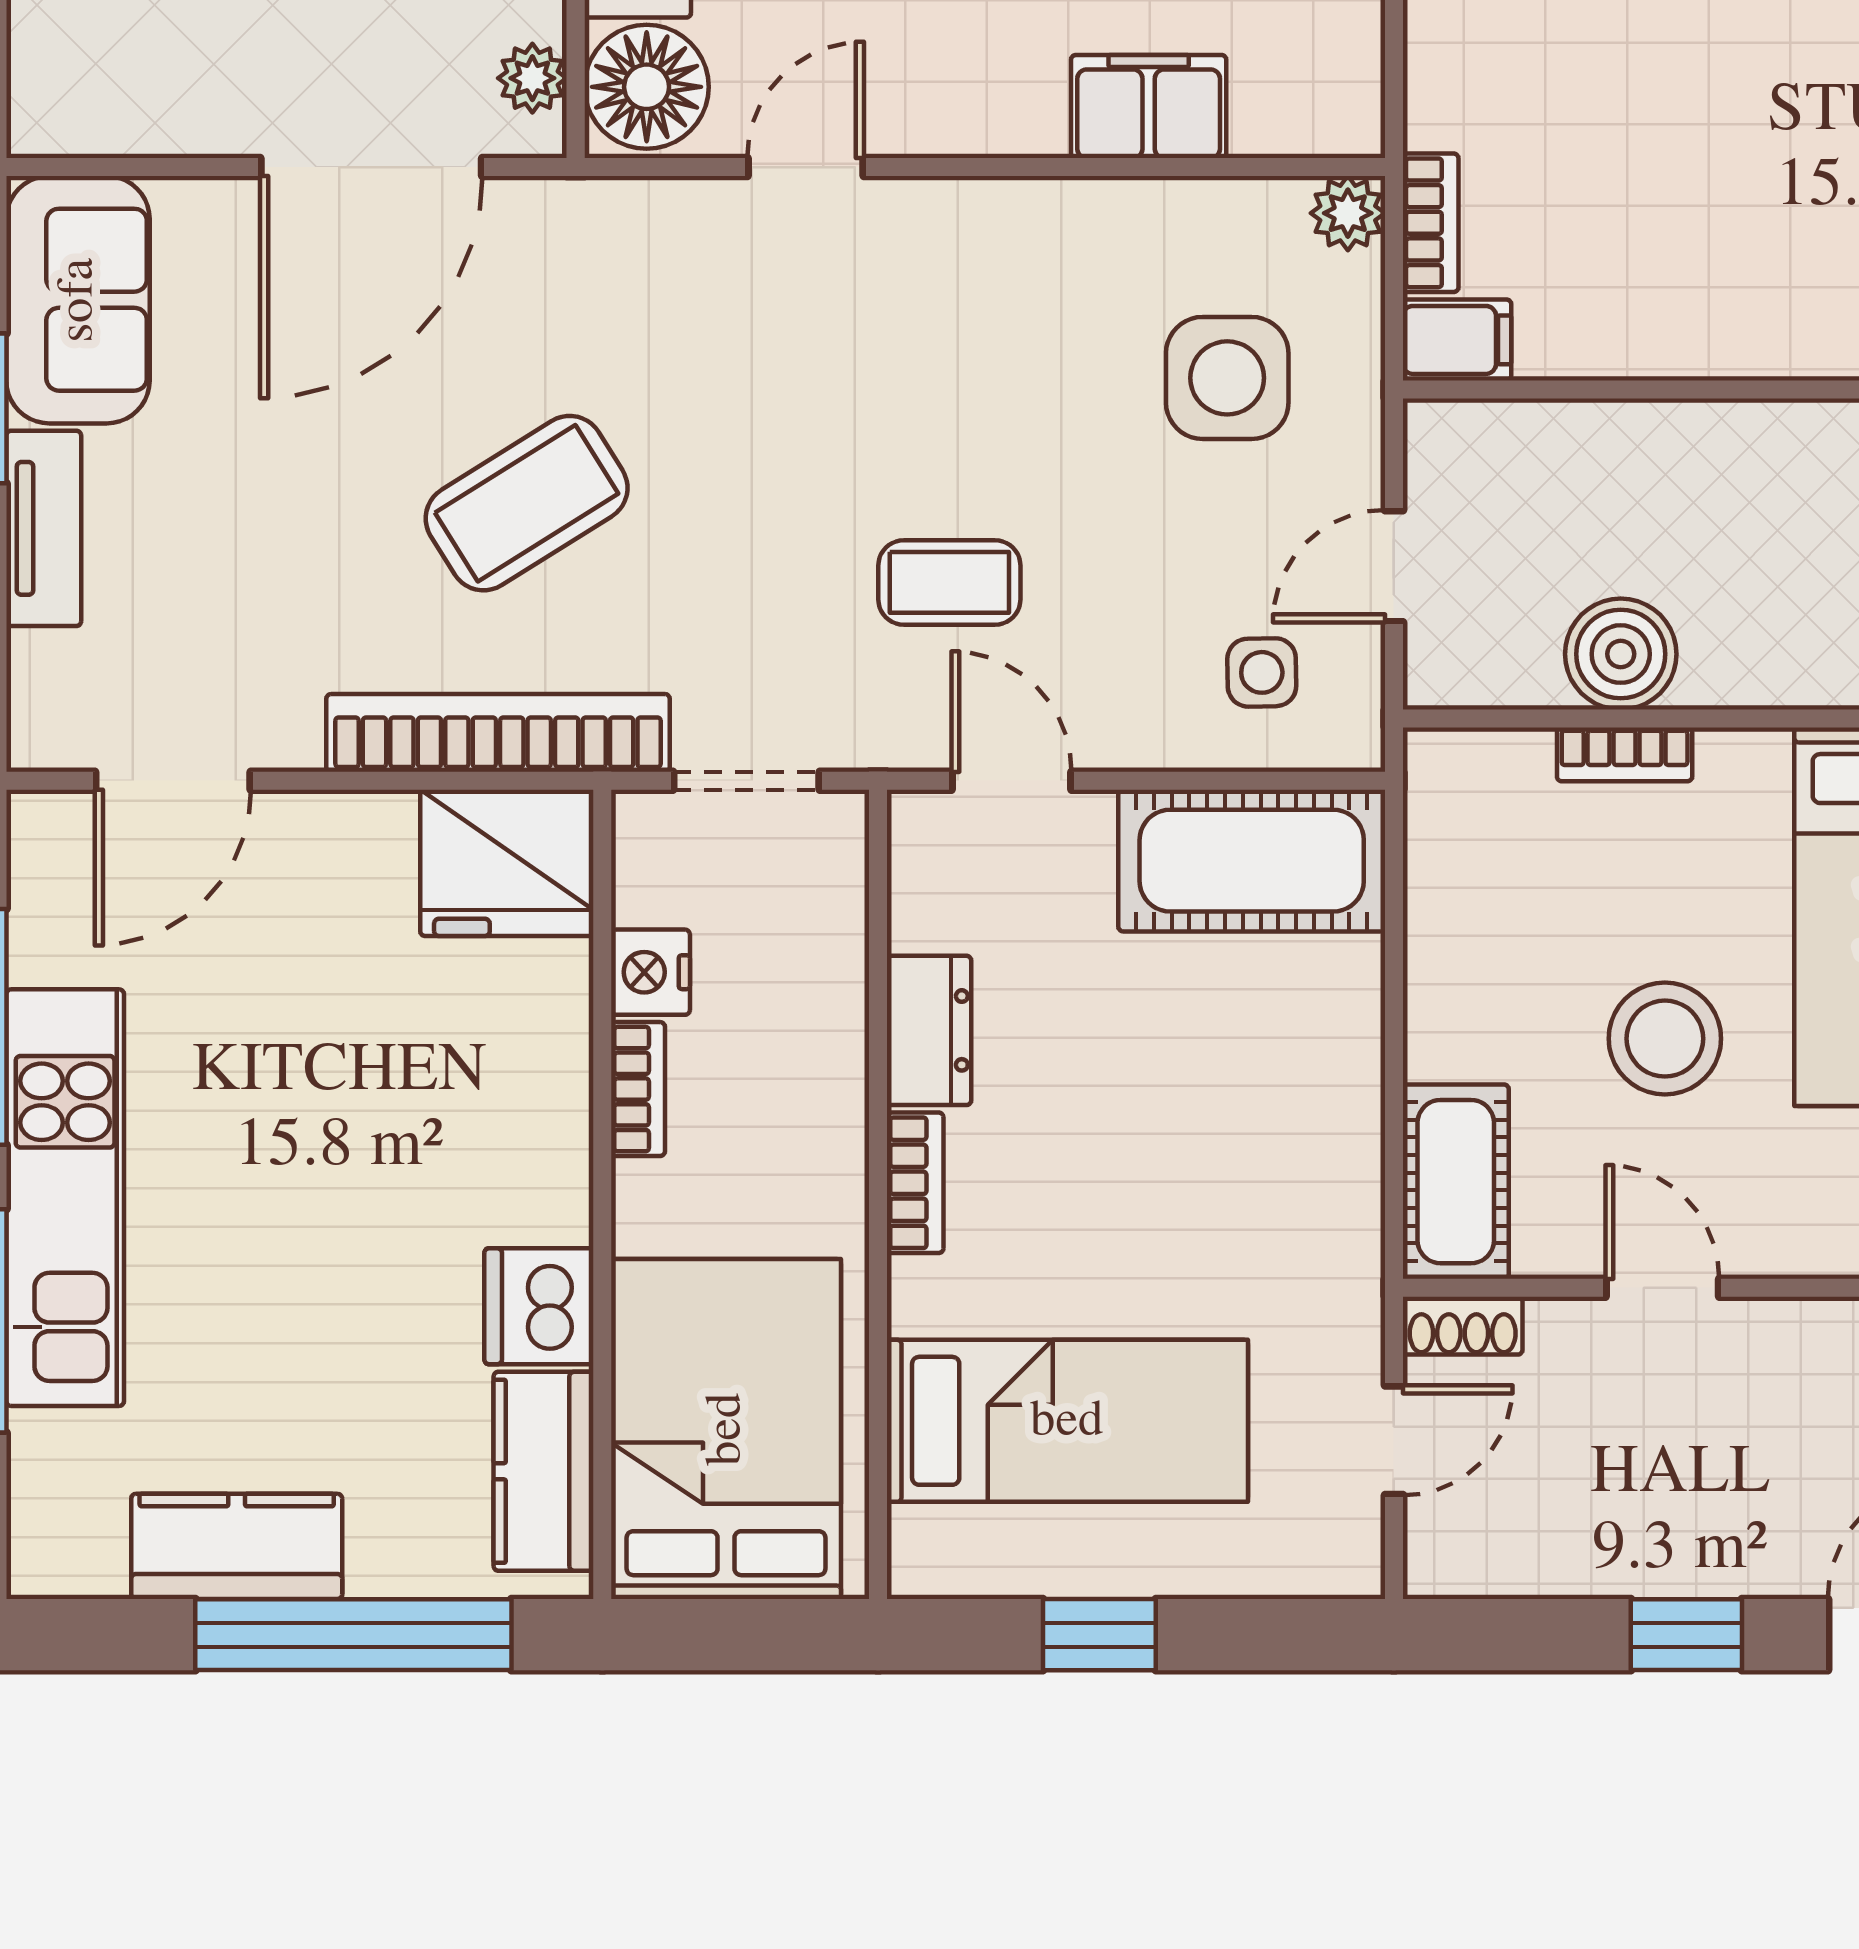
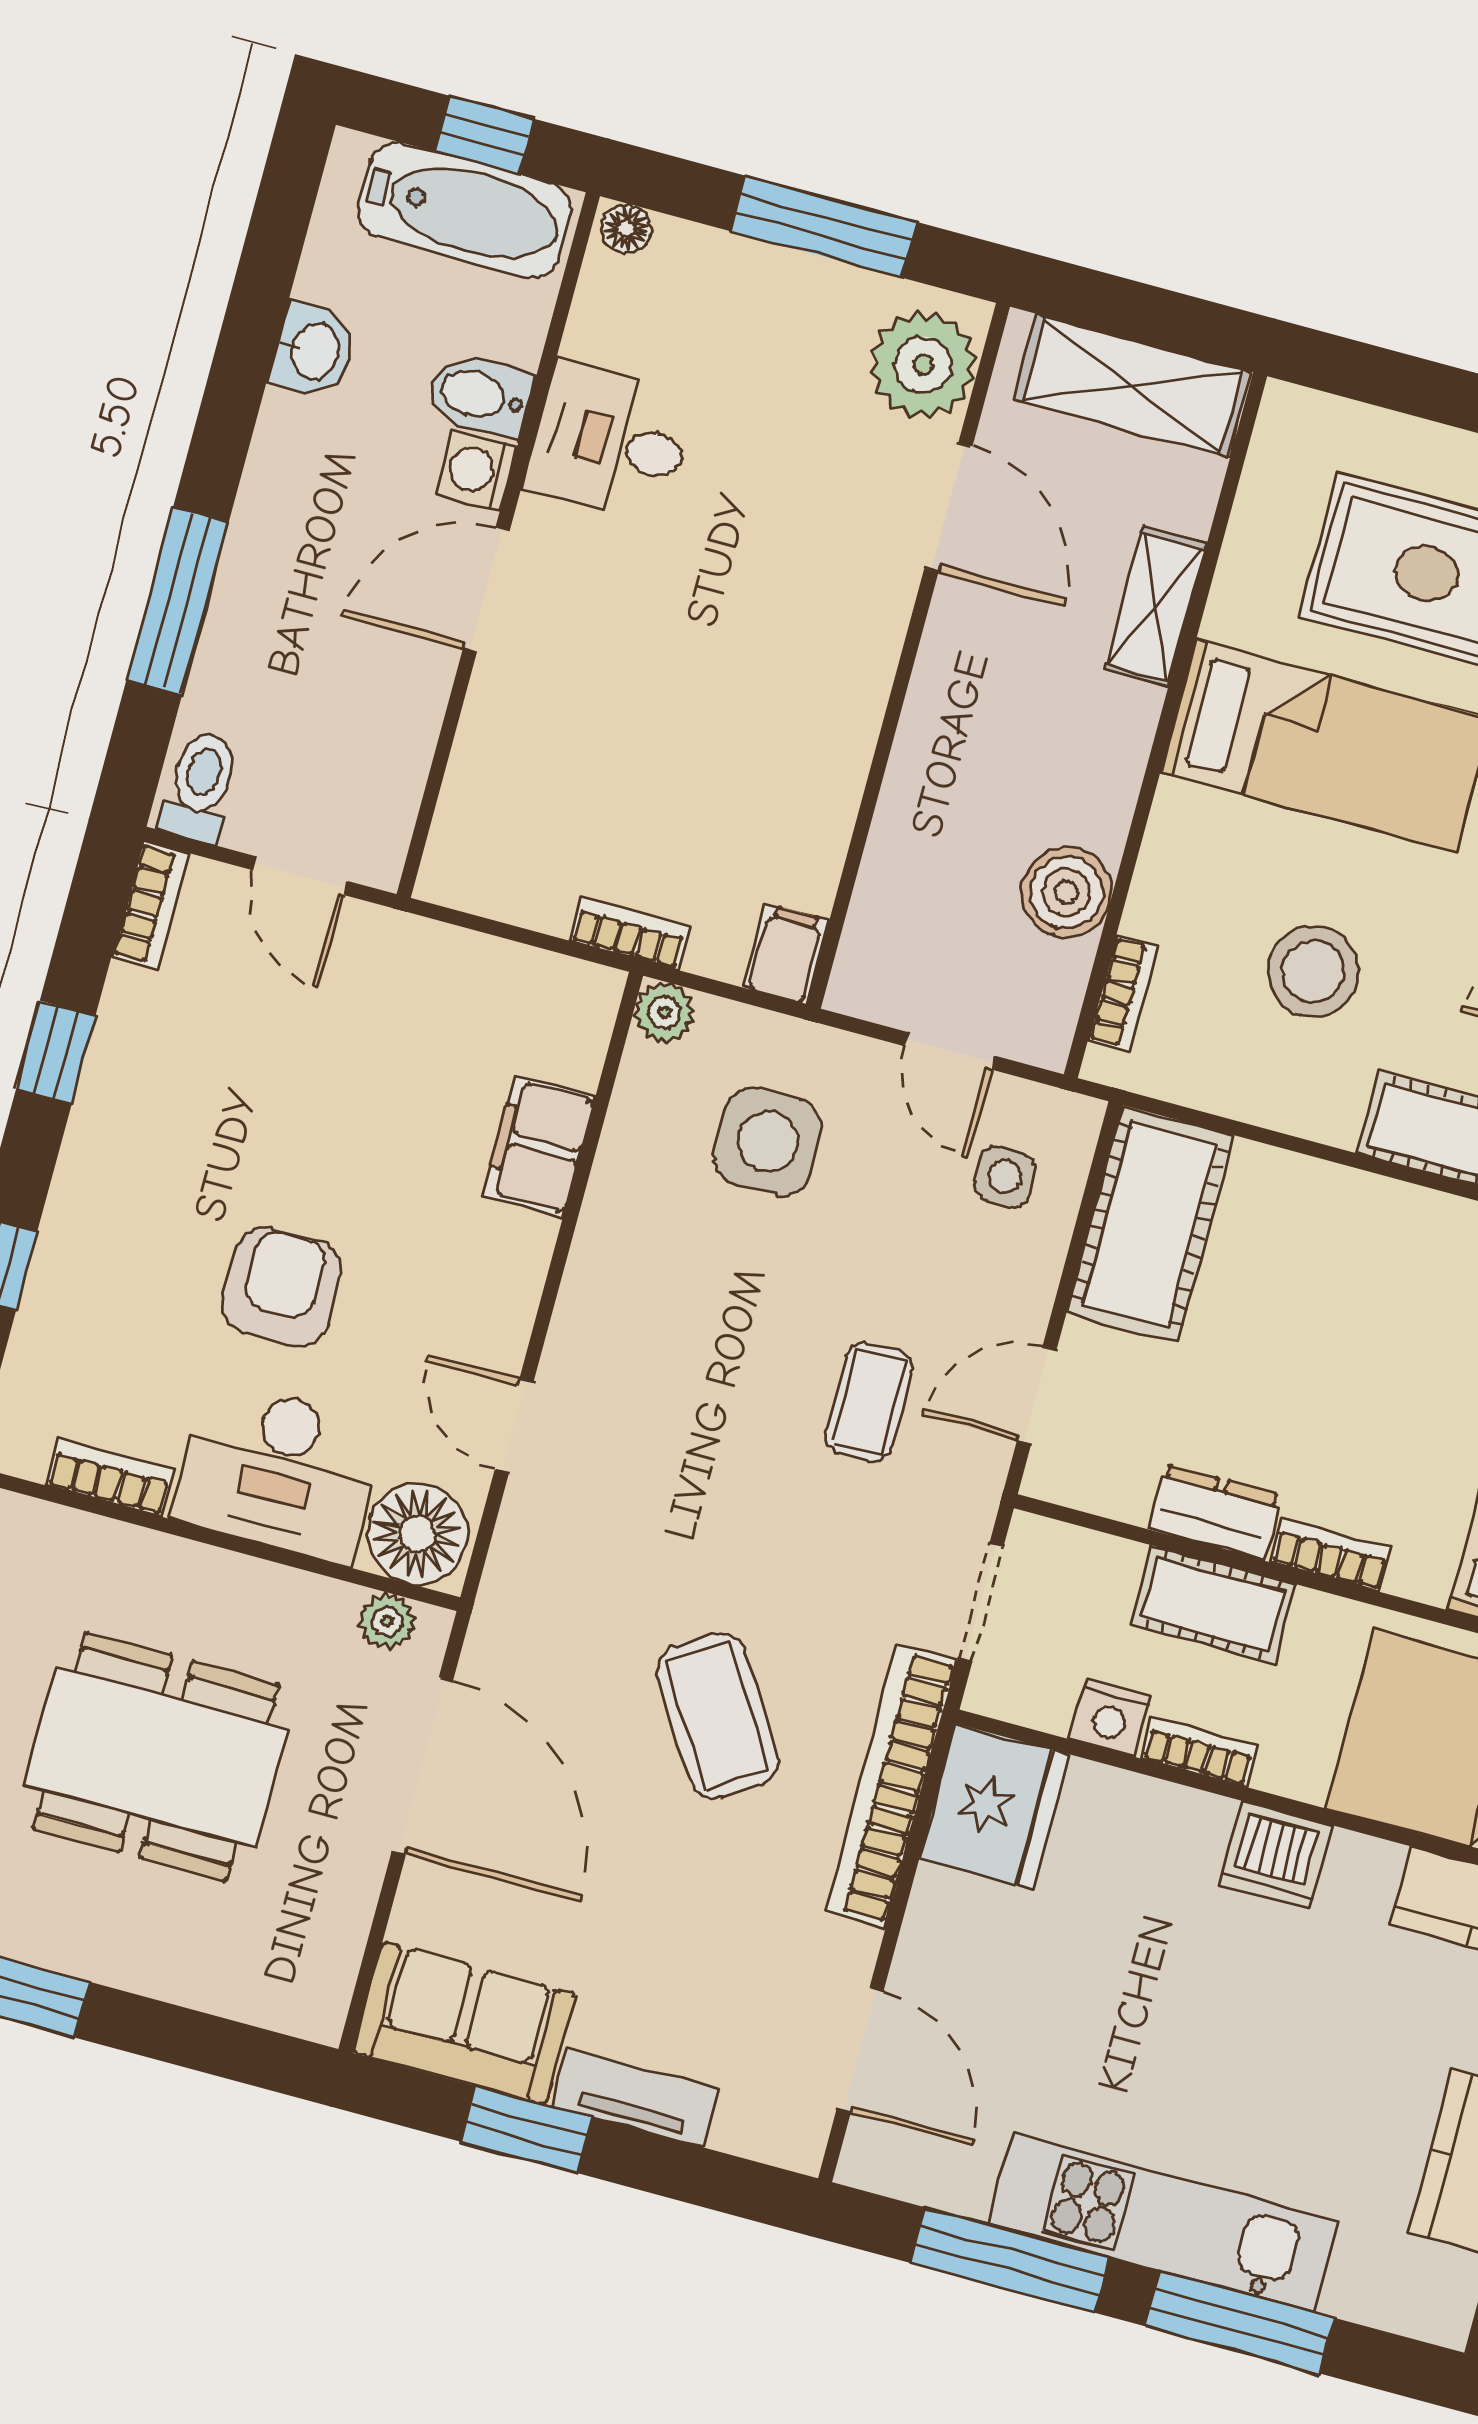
bookcase: (1431, 223) -> (630, 934), moved
bookcase: (1625, 754) -> (1123, 994), moved
stool: (1665, 1039) -> (1313, 971), moved
cot: (819, 1058) -> (1213, 1604), added
dishwasher: (539, 1306) -> (1275, 1855), moved

